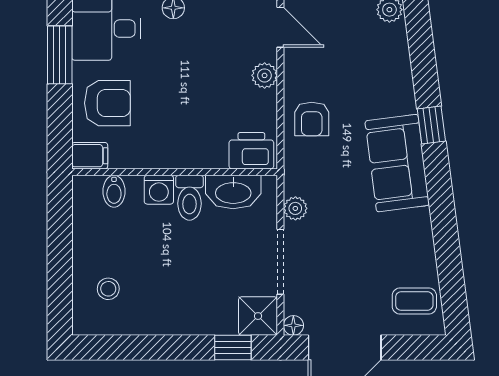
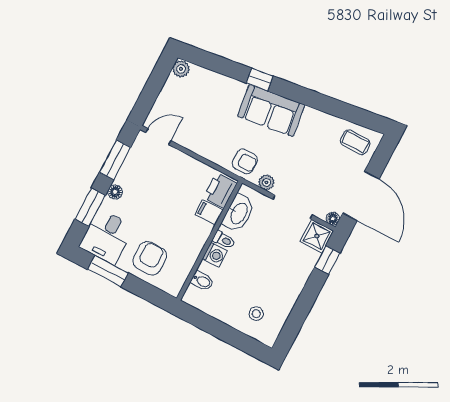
plant: (265, 75) -> (181, 160), removed
armchair: (312, 119) -> (245, 161), moved
filing cabinet: (90, 156) -> (209, 212), moved, turned -90
toilet: (189, 198) -> (224, 240), width x0.73, depth x0.72
coffee table: (414, 301) -> (355, 142), turned 90

